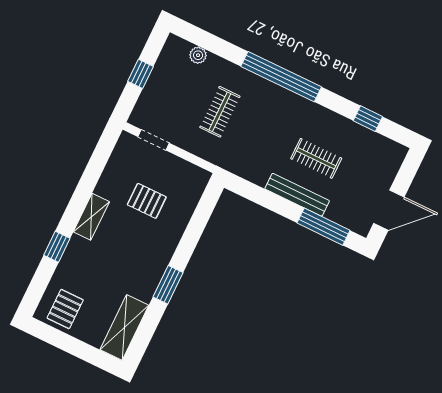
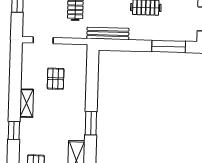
bench: (297, 195) -> (108, 33), moved
pallet: (147, 201) -> (56, 79), turned 90

